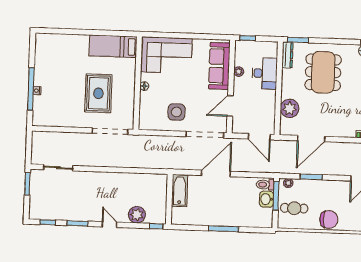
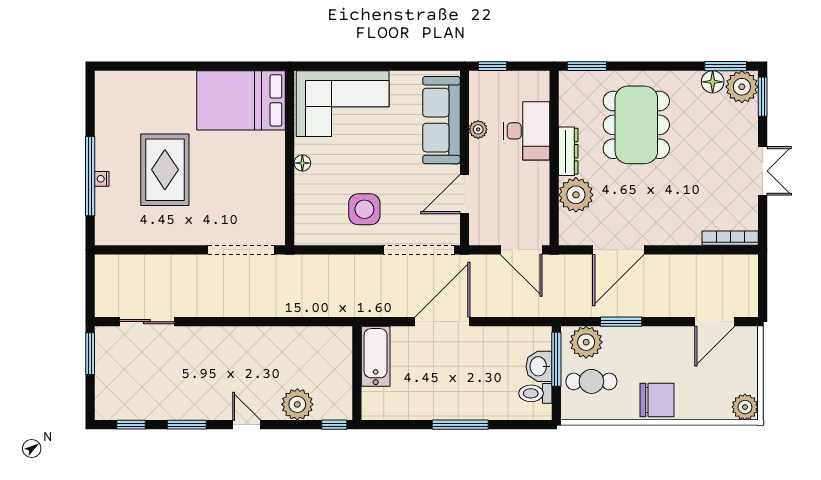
bed: (113, 46) -> (241, 100), width x1.50
dresser: (287, 55) -> (568, 151), moved
rug: (98, 93) -> (165, 170), moved
plant: (288, 183) -> (586, 342), width x1.88, depth x1.88
toilet: (265, 185) -> (535, 393), moved

